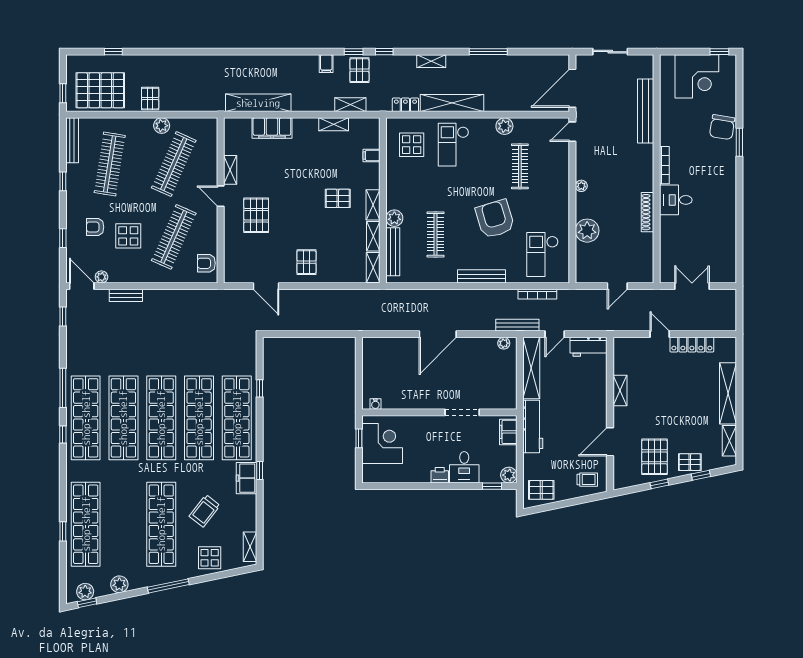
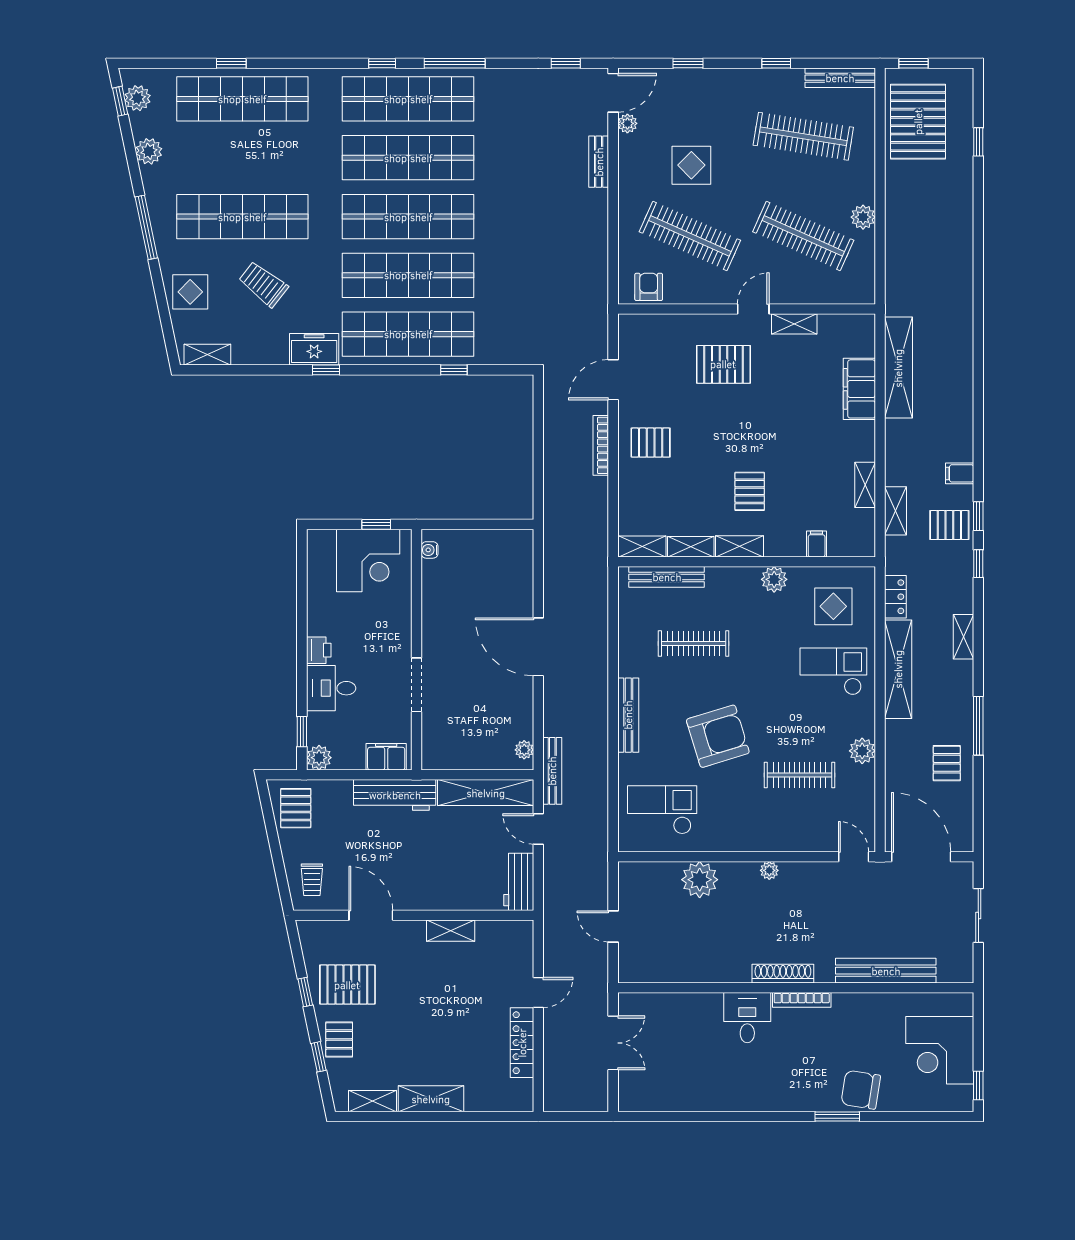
pallet: (150, 99) -> (947, 763), moved, turned 90
shoe rack: (648, 212) -> (783, 974), moved
plant: (394, 218) -> (774, 579), moved
armchair: (95, 227) -> (705, 114), removed
bookcase: (537, 294) -> (601, 445), moved
shelving: (728, 393) -> (431, 1099), width x0.68

